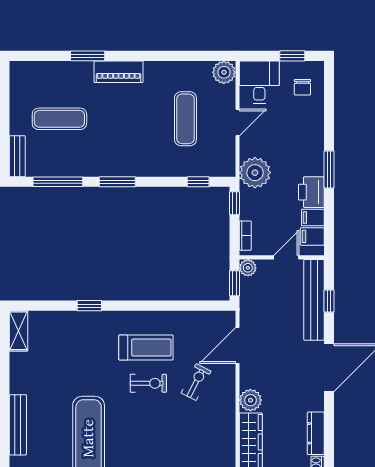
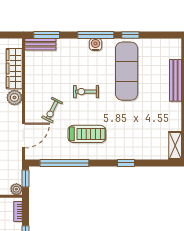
window: (178, 306) -> (64, 163), added
treadmill: (146, 348) -> (87, 134), turned 180
exercise bike: (148, 383) -> (86, 92), moved

